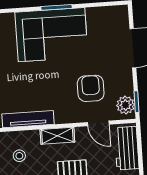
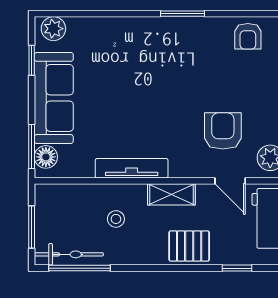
armchair: (104, 20) -> (248, 36), added
corner sofa: (51, 35) -> (173, 52), removed

